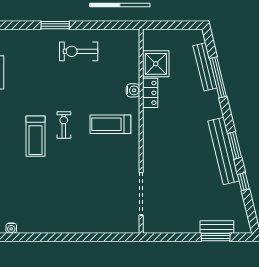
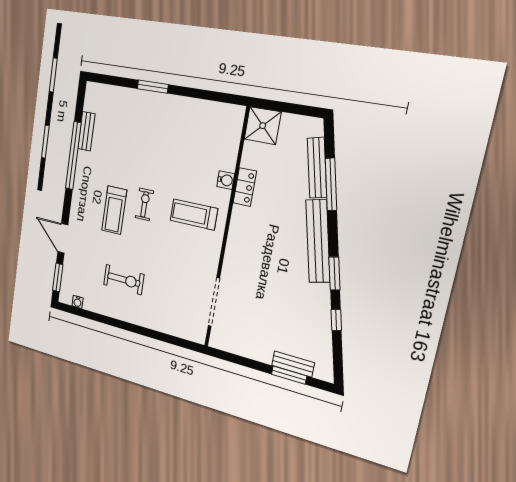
exercise bike: (79, 51) -> (124, 280), moved, turned 180
shower: (156, 64) -> (263, 126), moved
bench: (224, 151) -> (318, 241), moved

